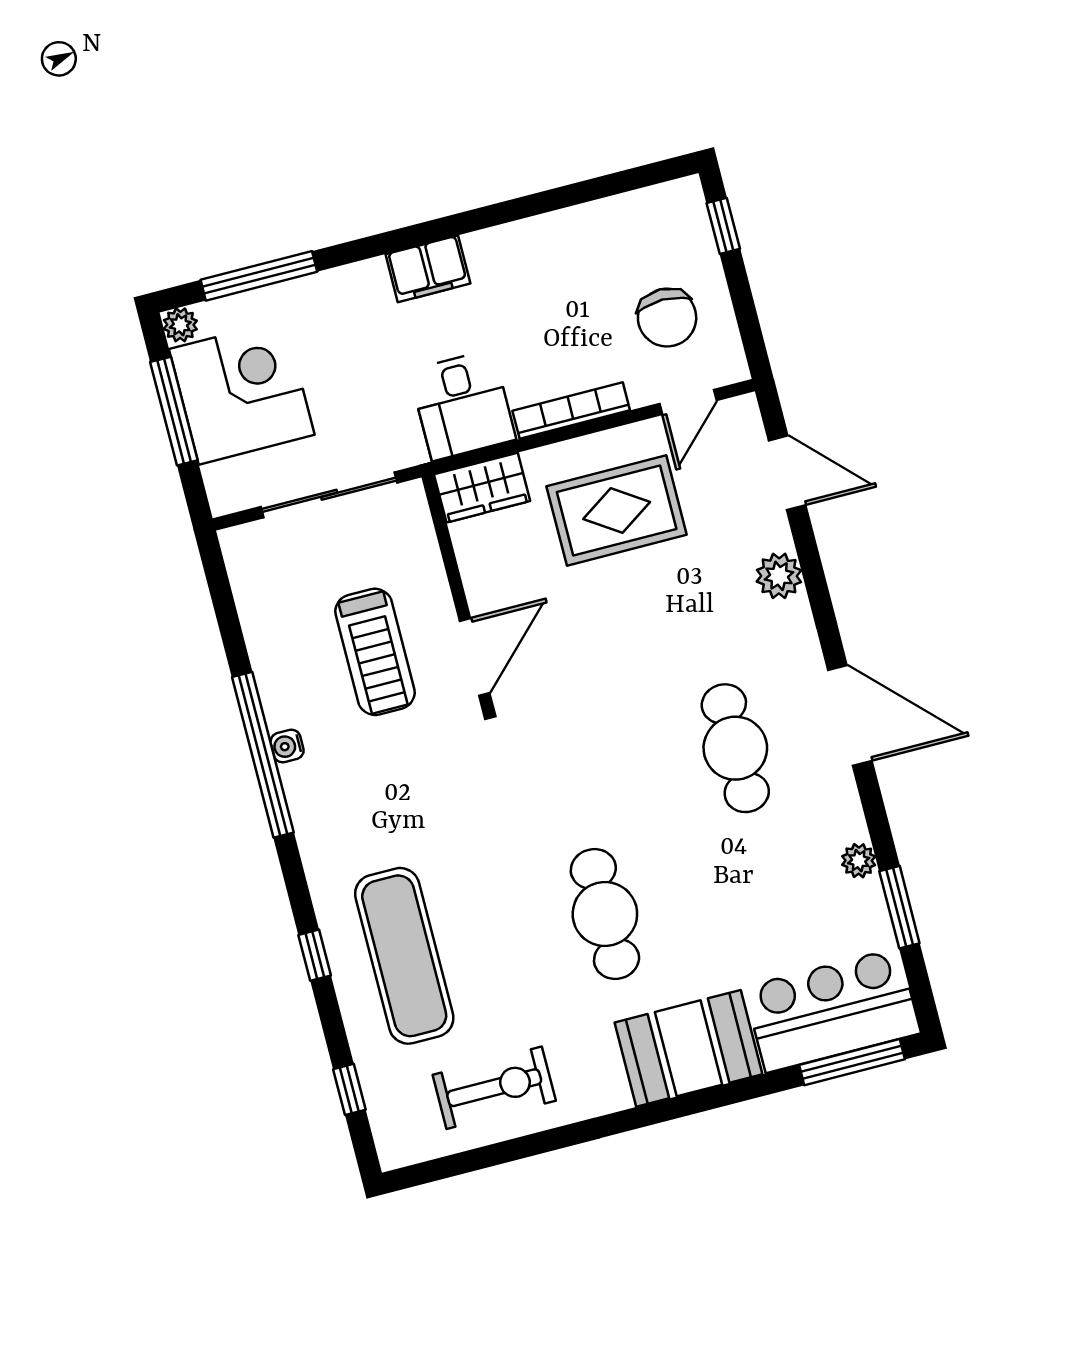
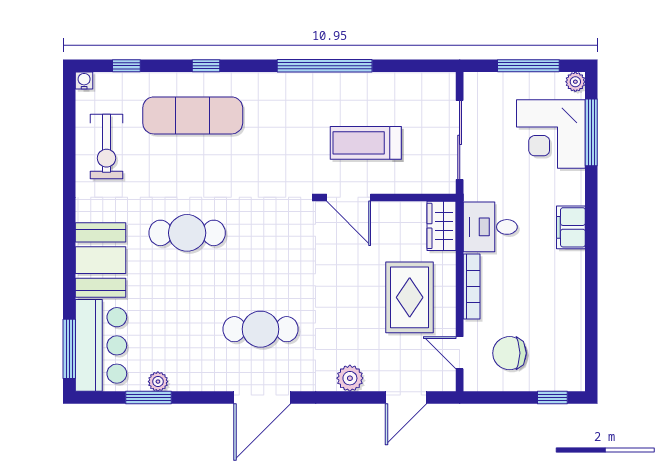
corner desk: (242, 392) -> (551, 134), moved, turned 90
water cooler: (287, 746) -> (84, 81), moved
plant: (859, 861) -> (158, 382), moved

